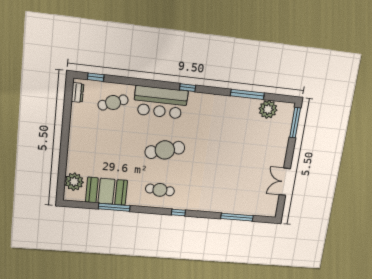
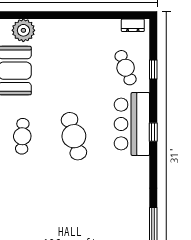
window: (96, 77) -> (153, 70), moved
window: (188, 88) -> (153, 132), moved

